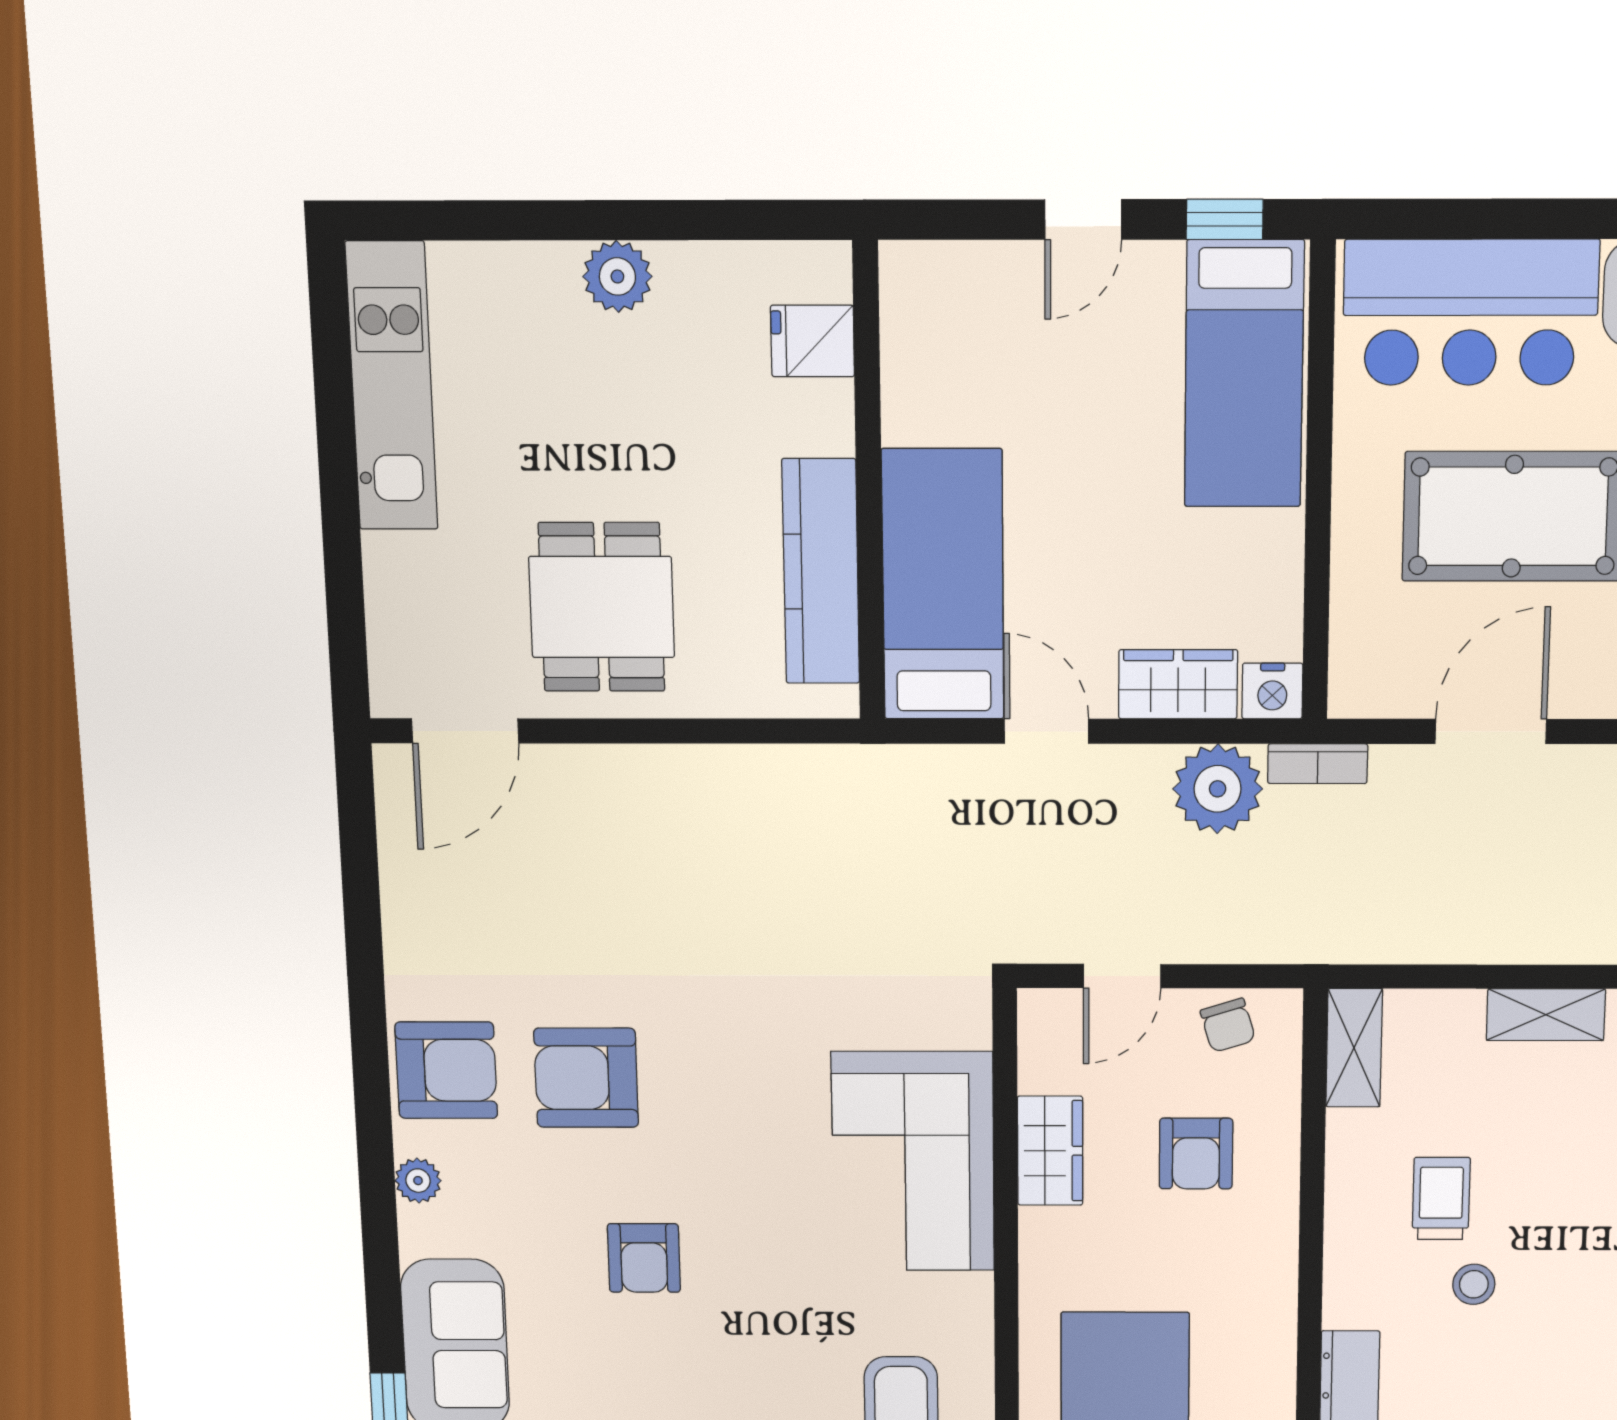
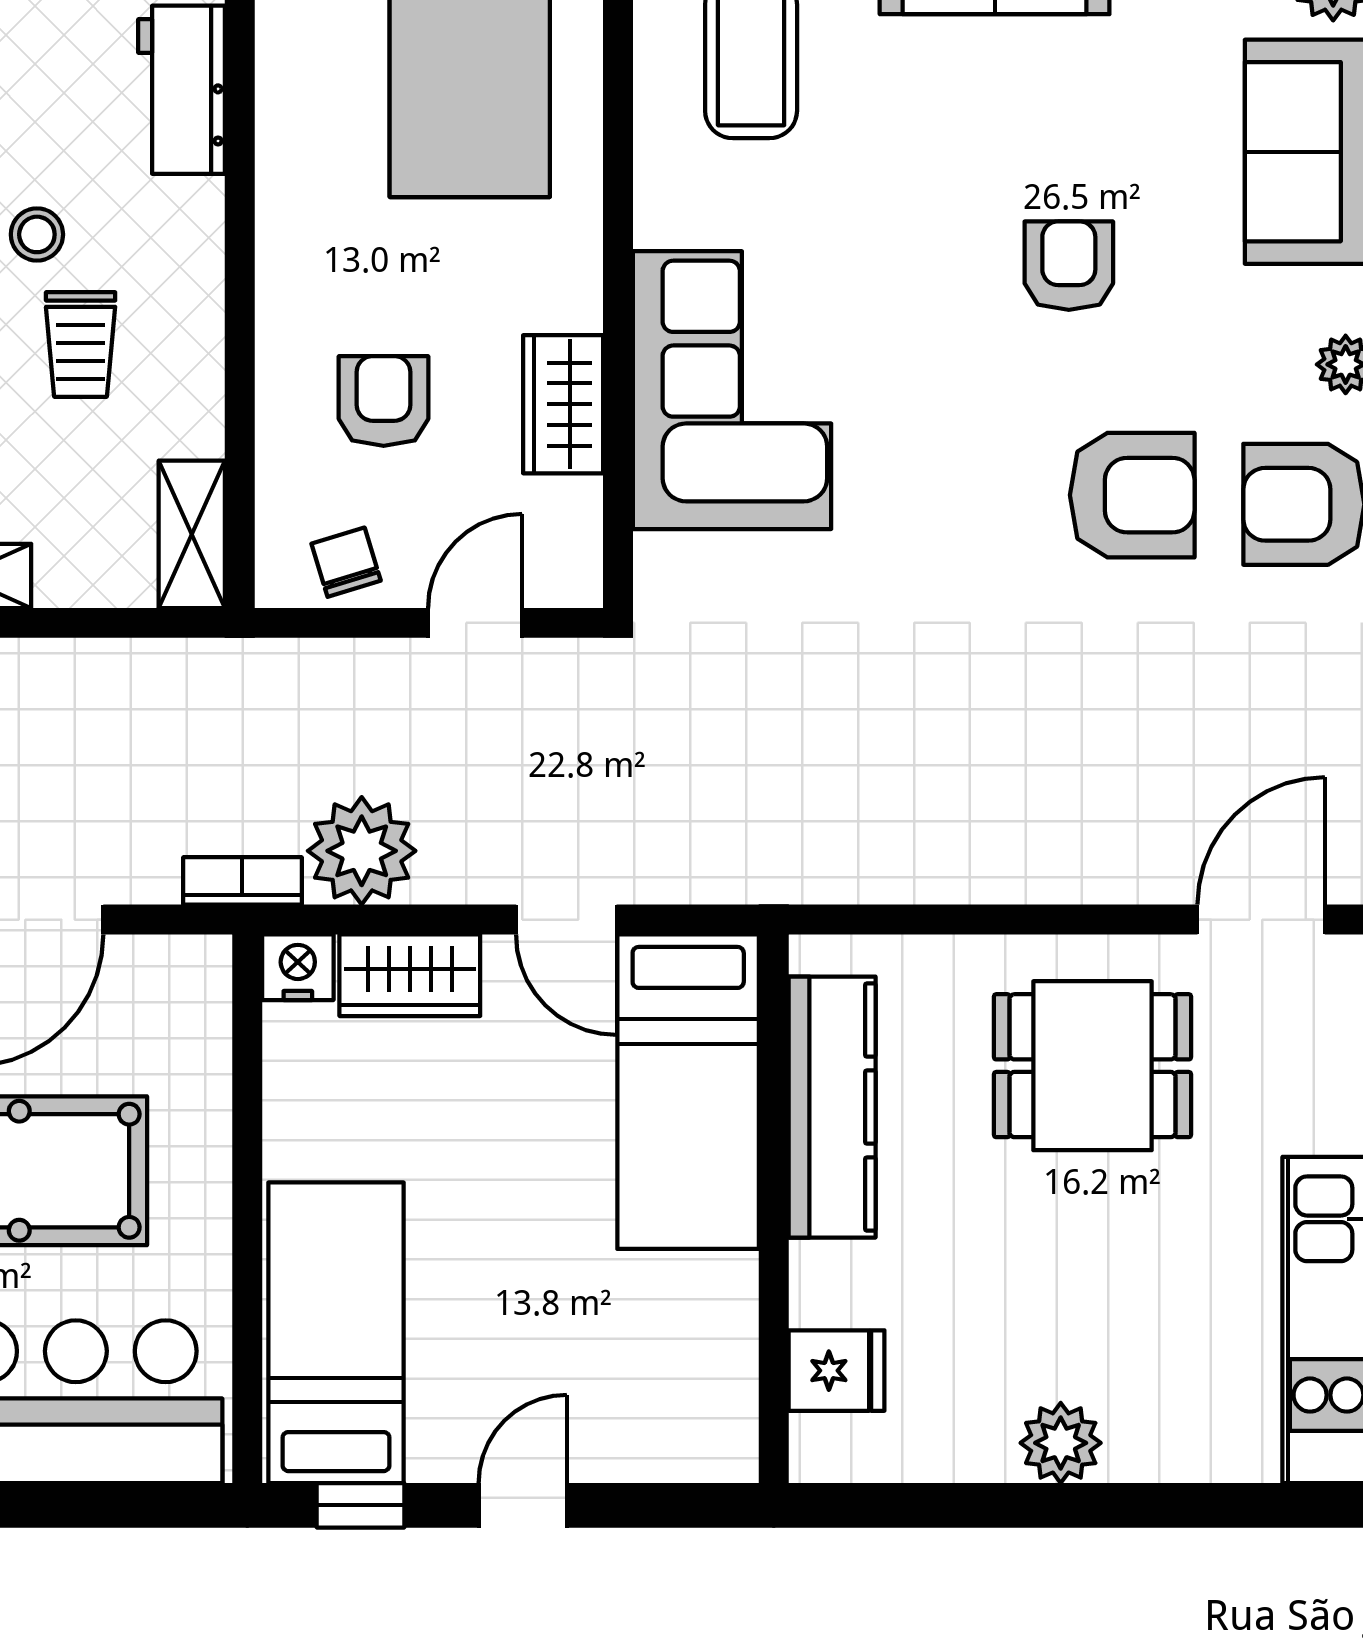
dining table: (602, 607) -> (1092, 1066), turned 90

